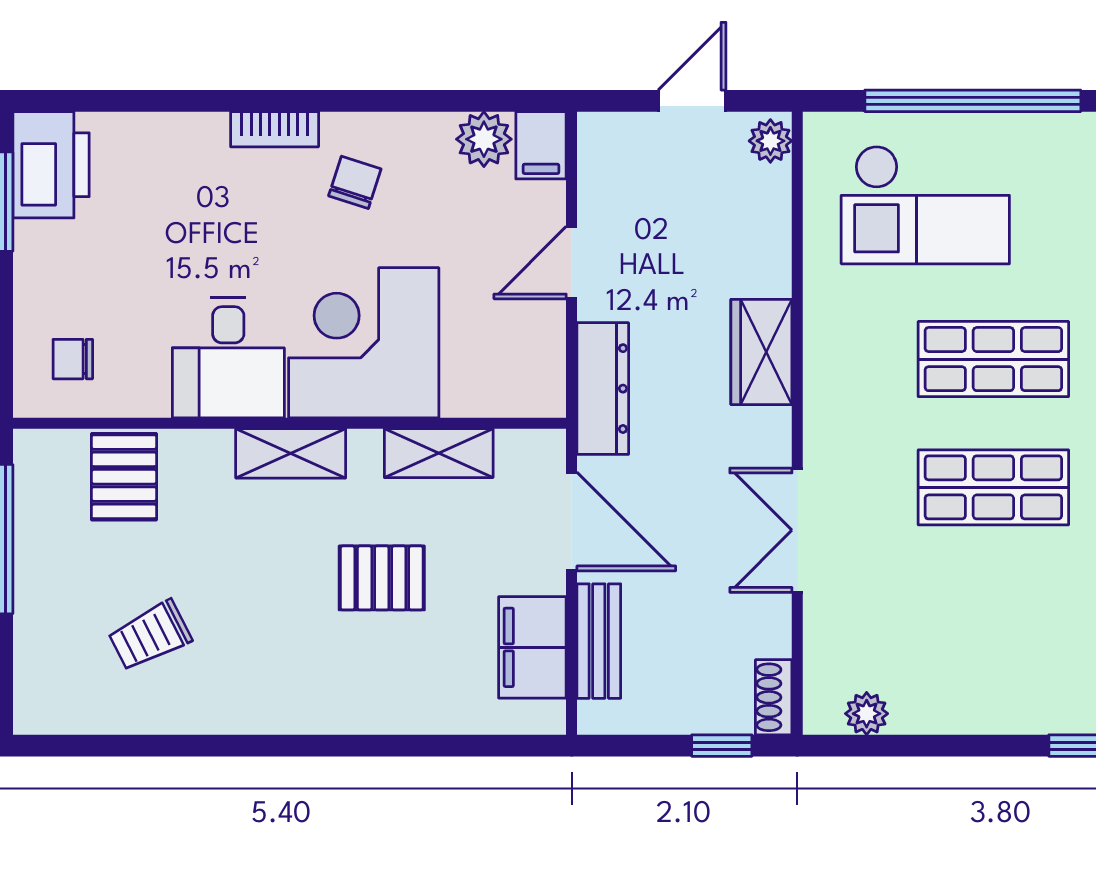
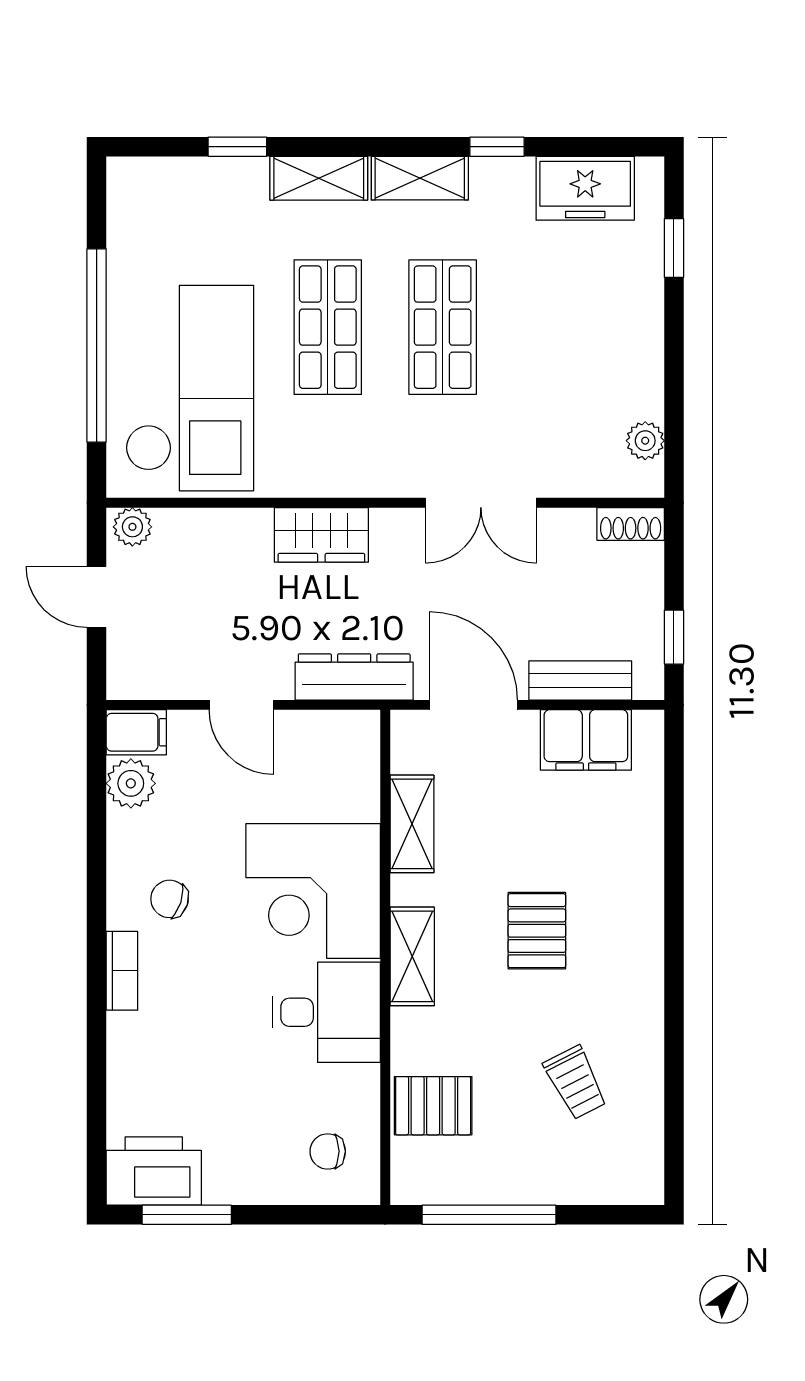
checkout: (925, 205) -> (190, 388), width x1.36, depth x1.21
chair: (73, 359) -> (328, 1151), turned 90
door: (572, 521) -> (473, 705), hinge flipped
pallet: (382, 578) -> (537, 931), moved
window: (722, 746) -> (674, 637), moved

